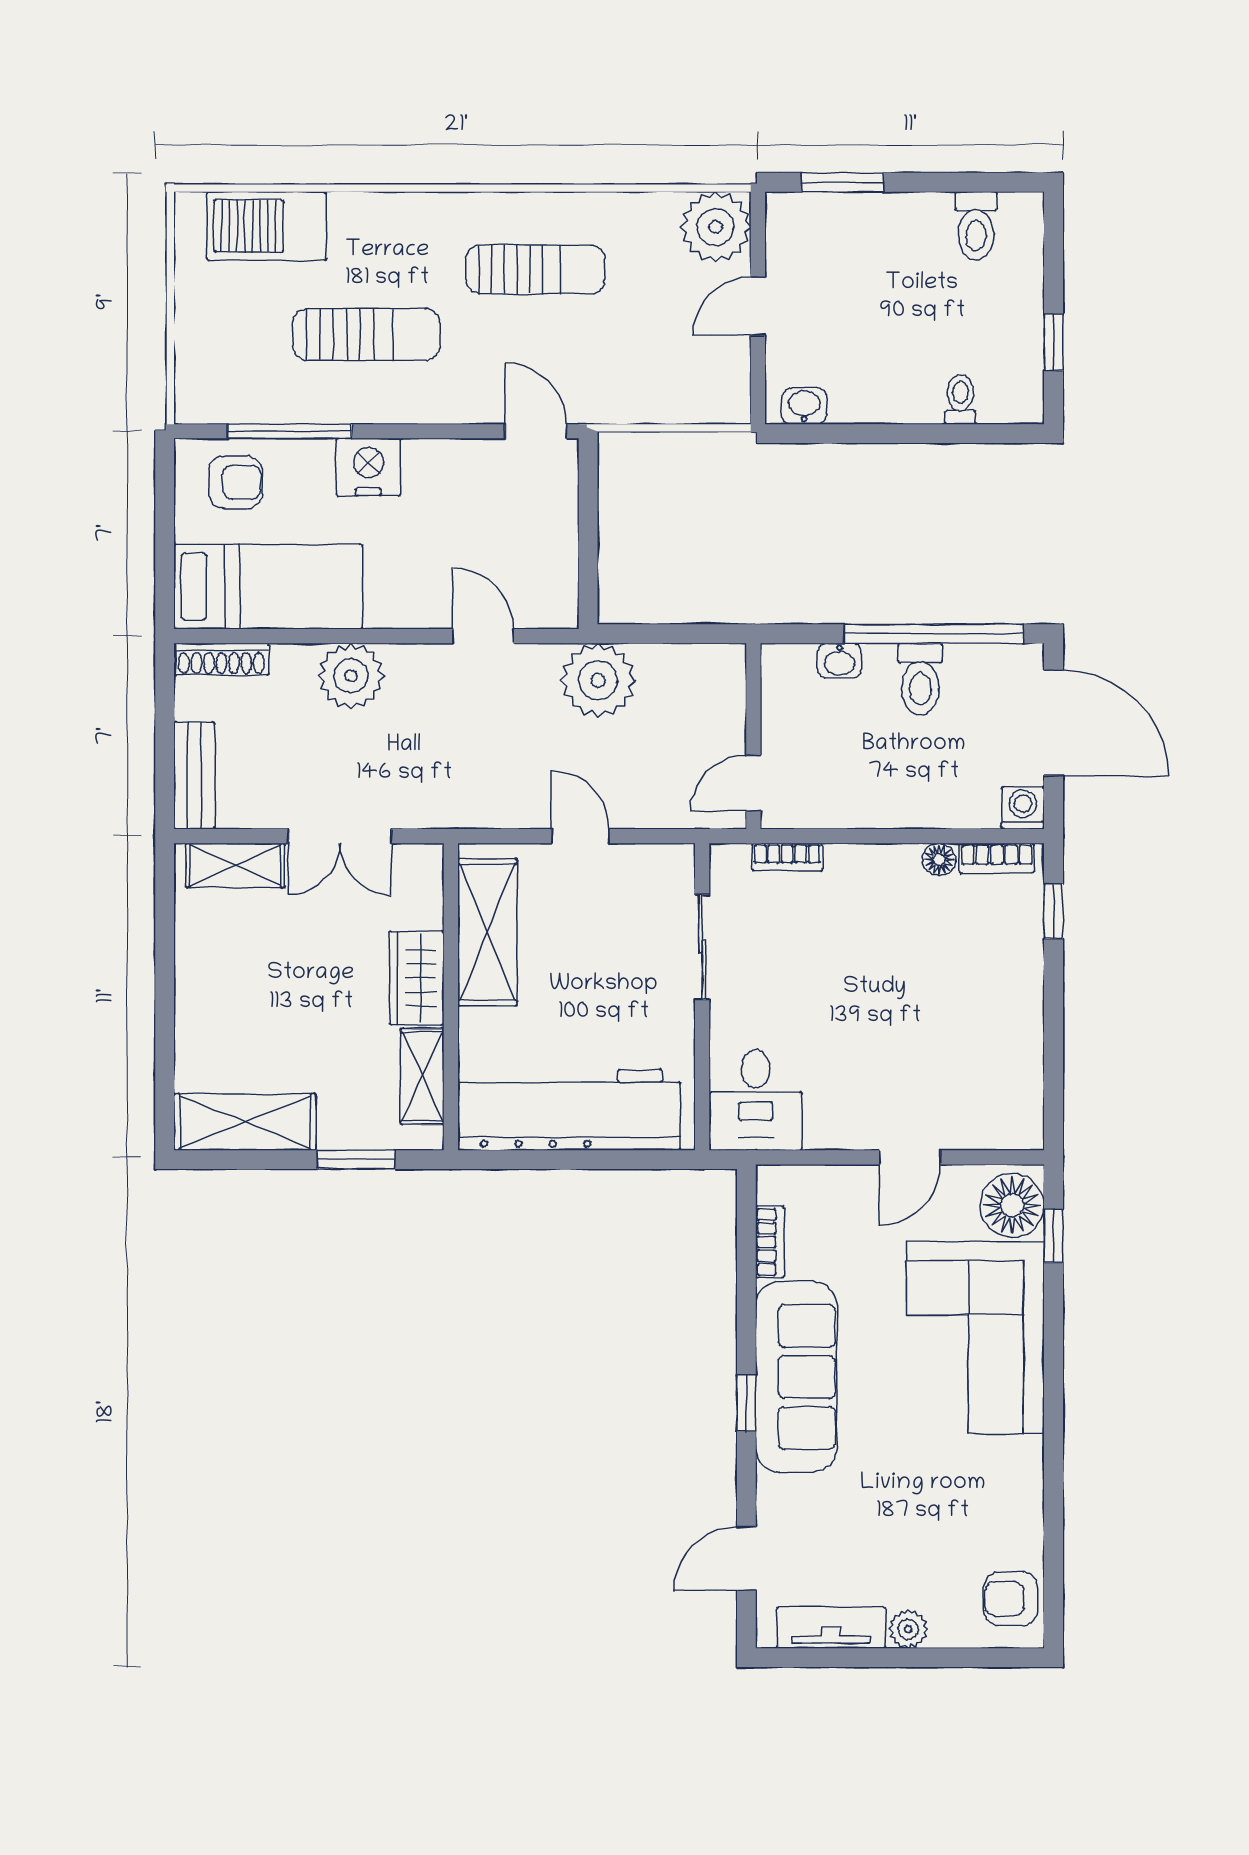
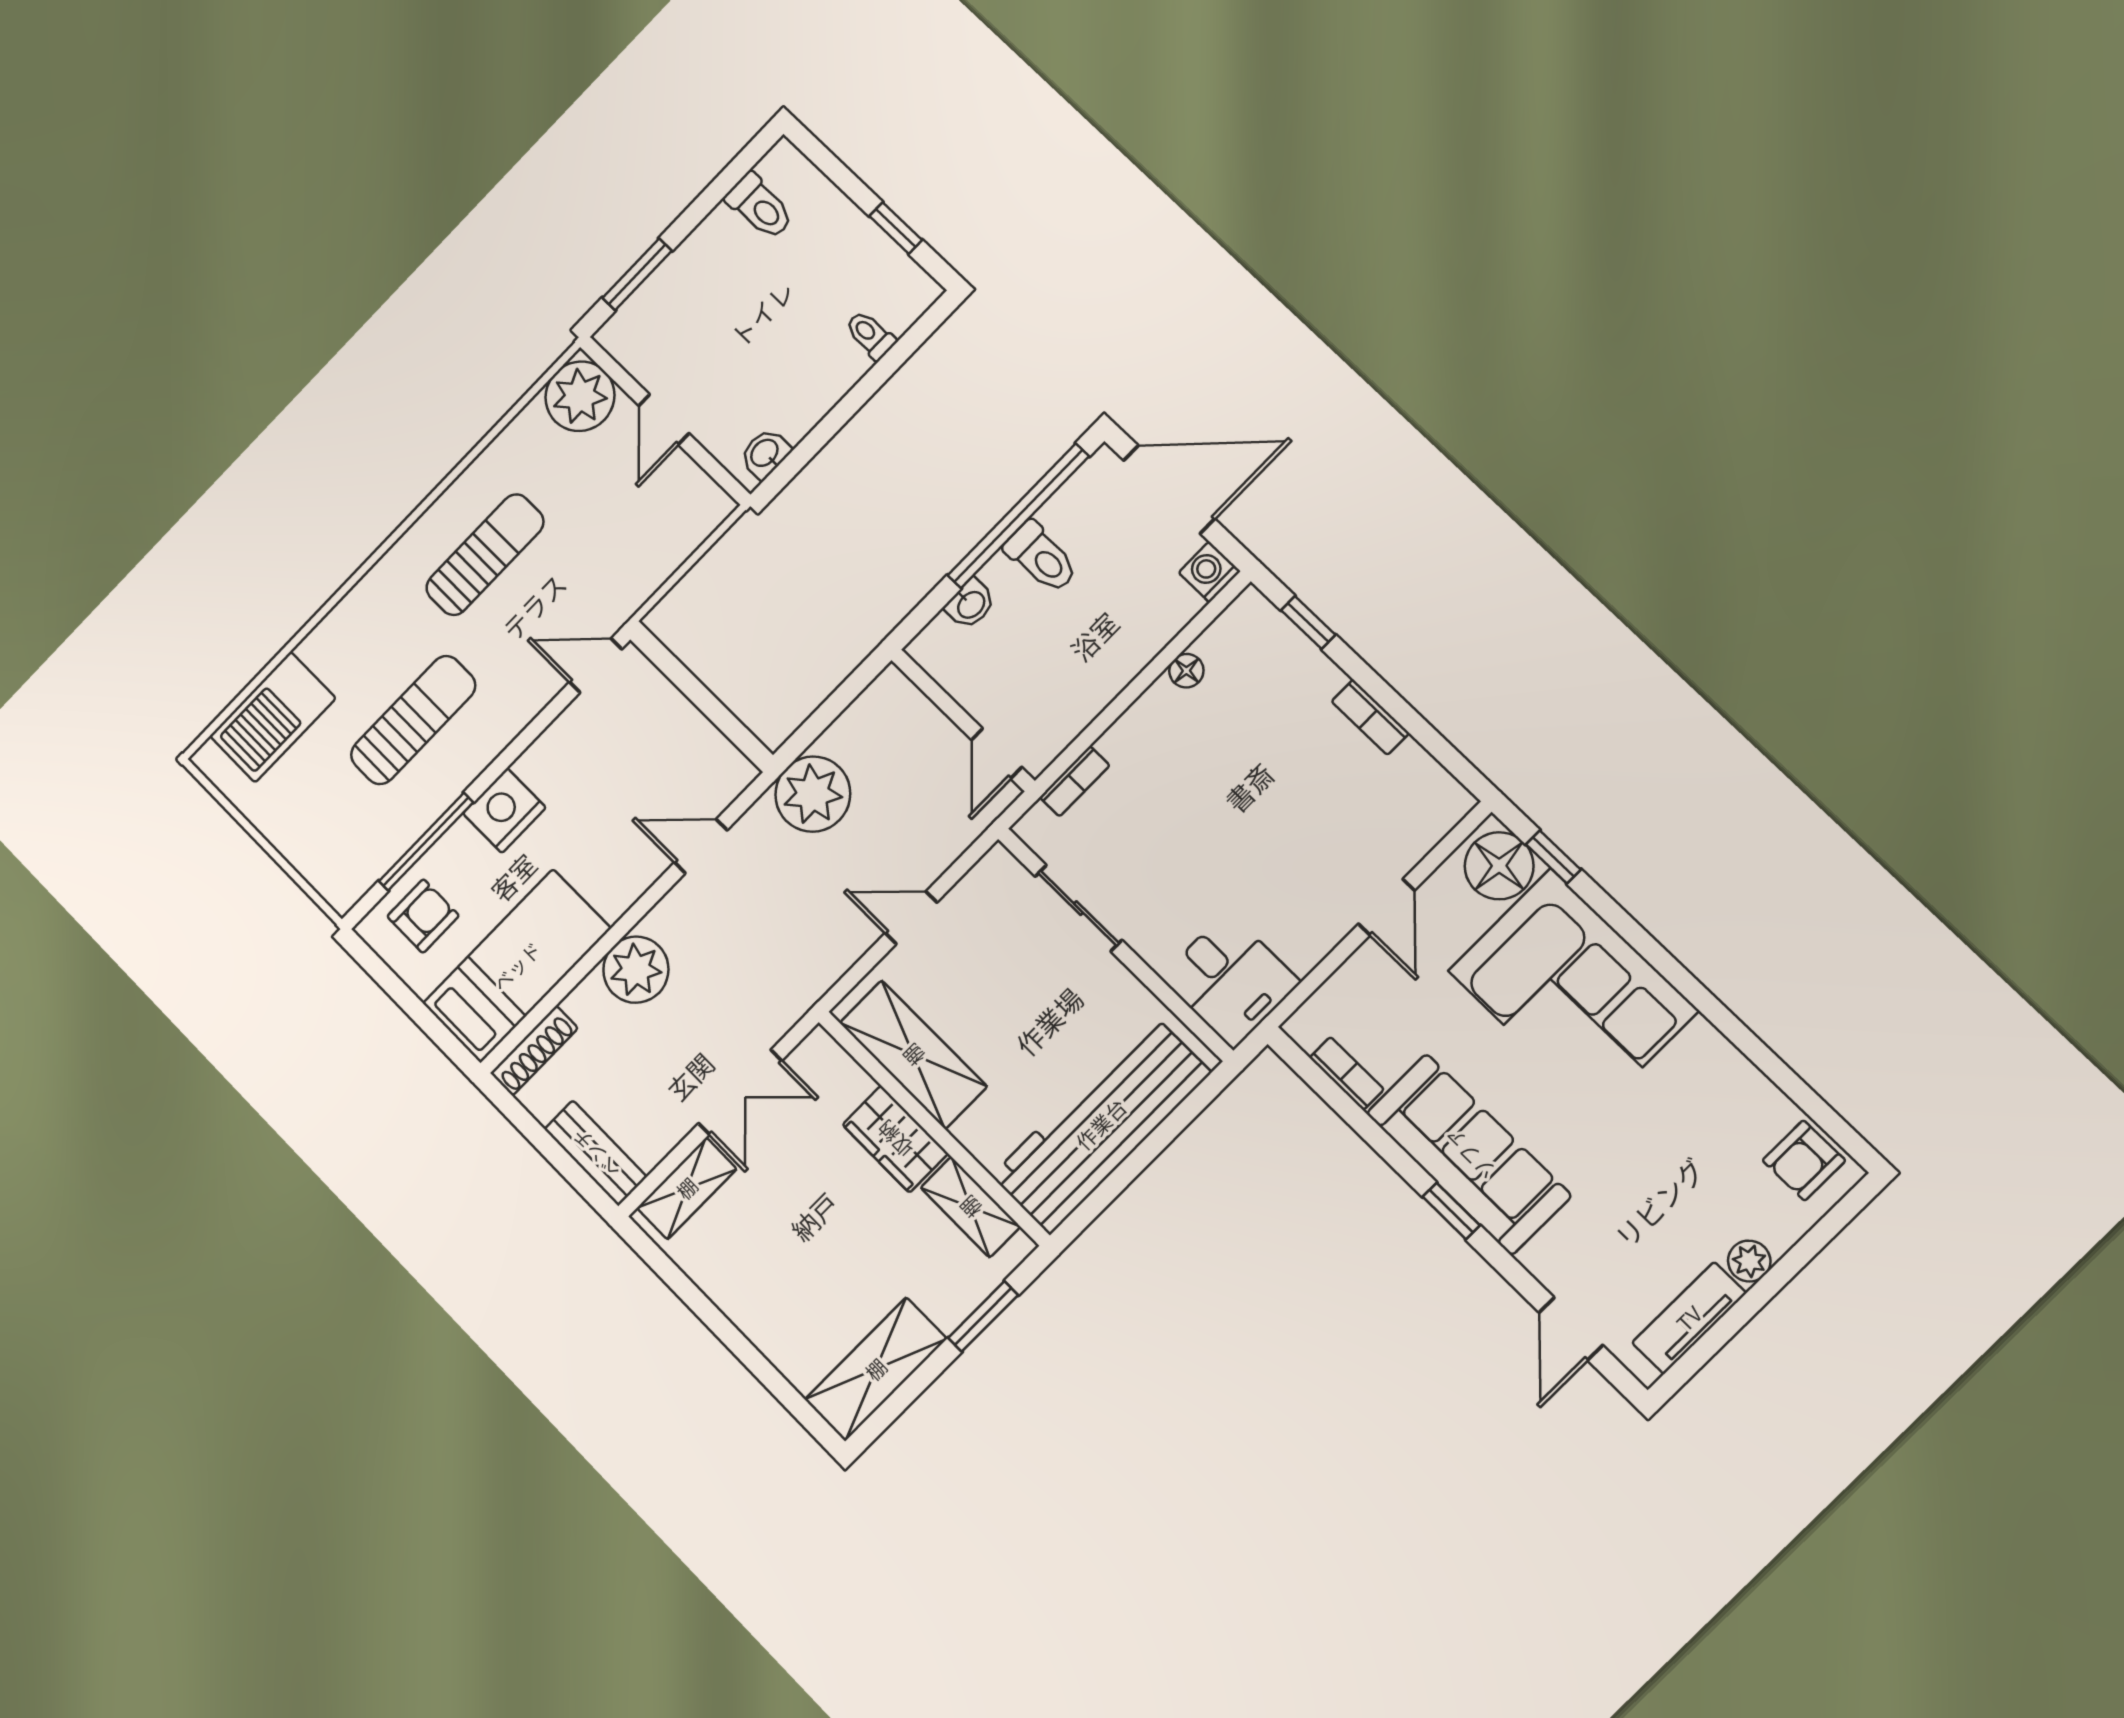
bookcase: (997, 858) -> (1370, 717), moved, turned 90

